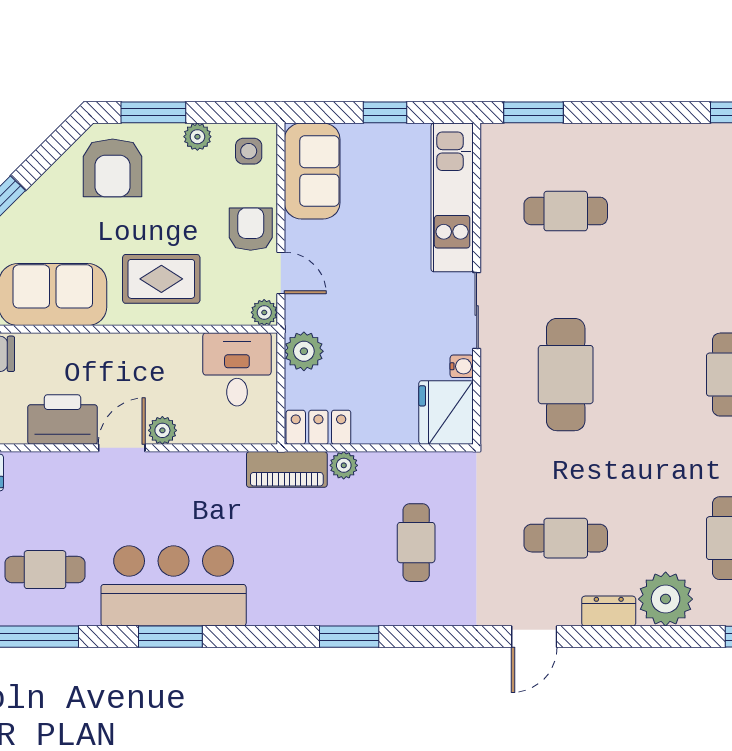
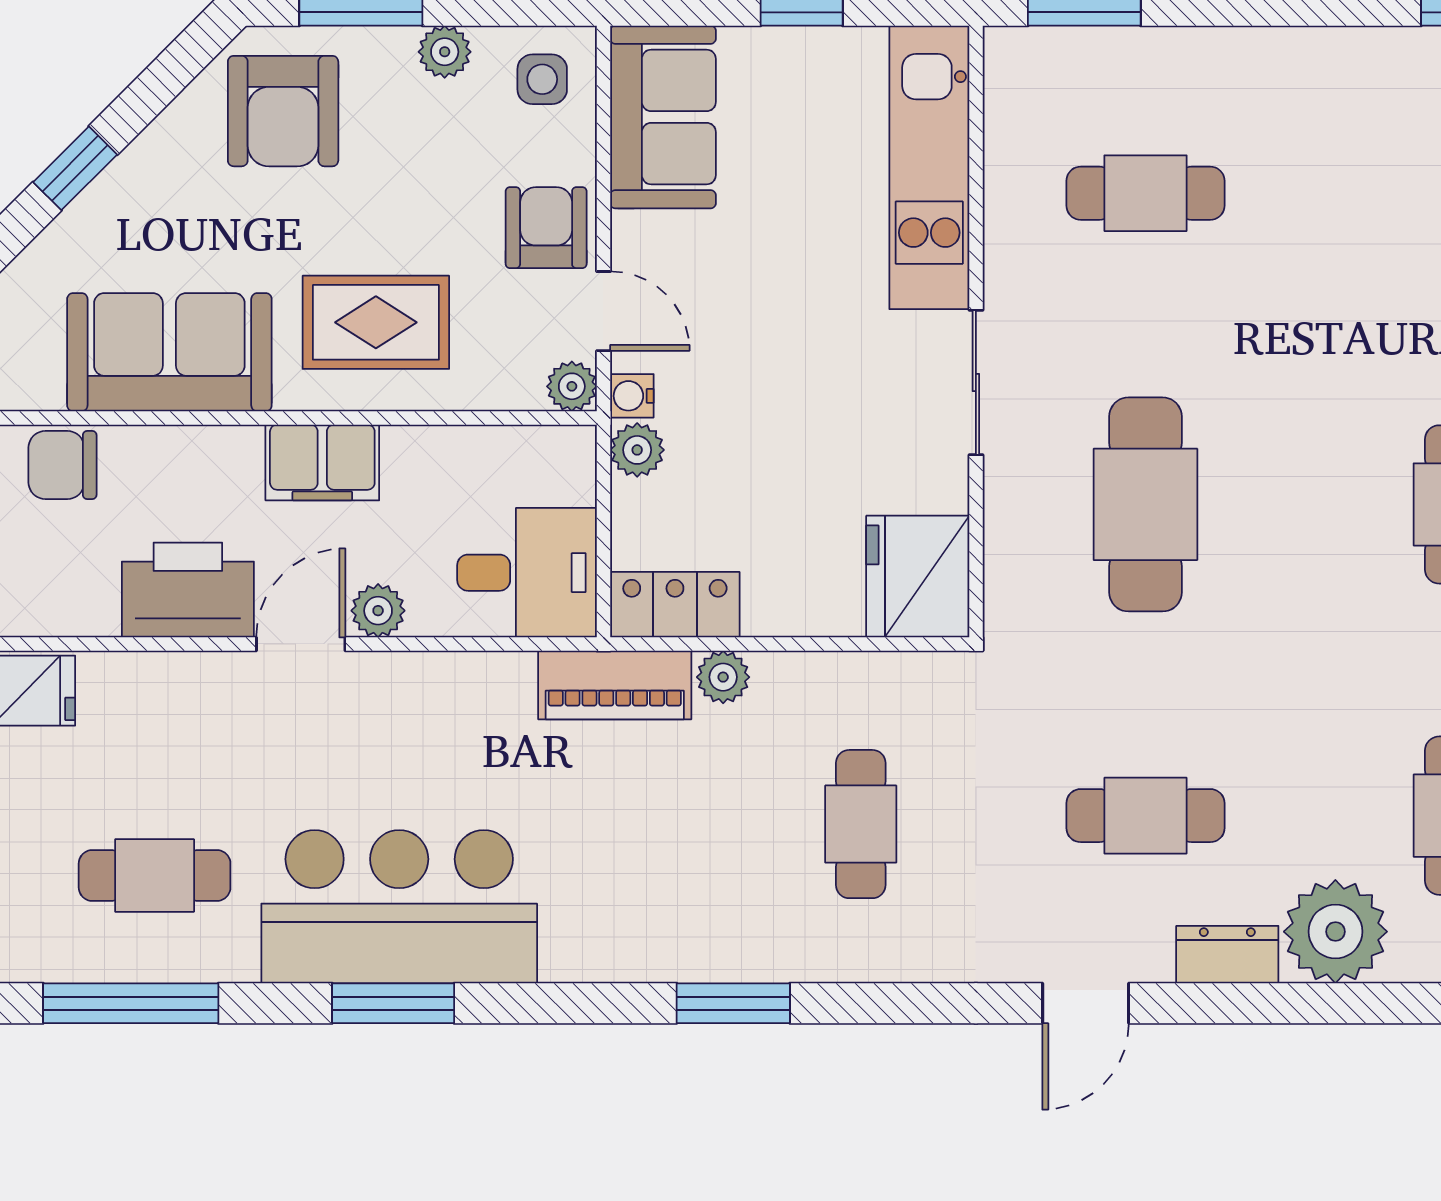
plant: (304, 351) -> (637, 450), width x0.73, depth x0.73
filing cabinet: (133, 353) -> (322, 463), added
water cooler: (462, 366) -> (632, 396), moved, turned 180
desk: (237, 369) -> (527, 573), moved, turned 90

